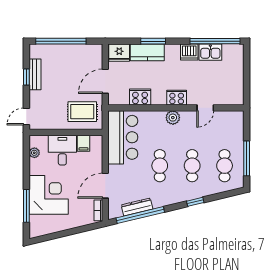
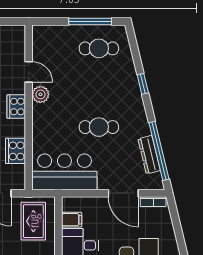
plant: (173, 118) -> (40, 94), moved
cafe table: (192, 166) -> (99, 88), removed

